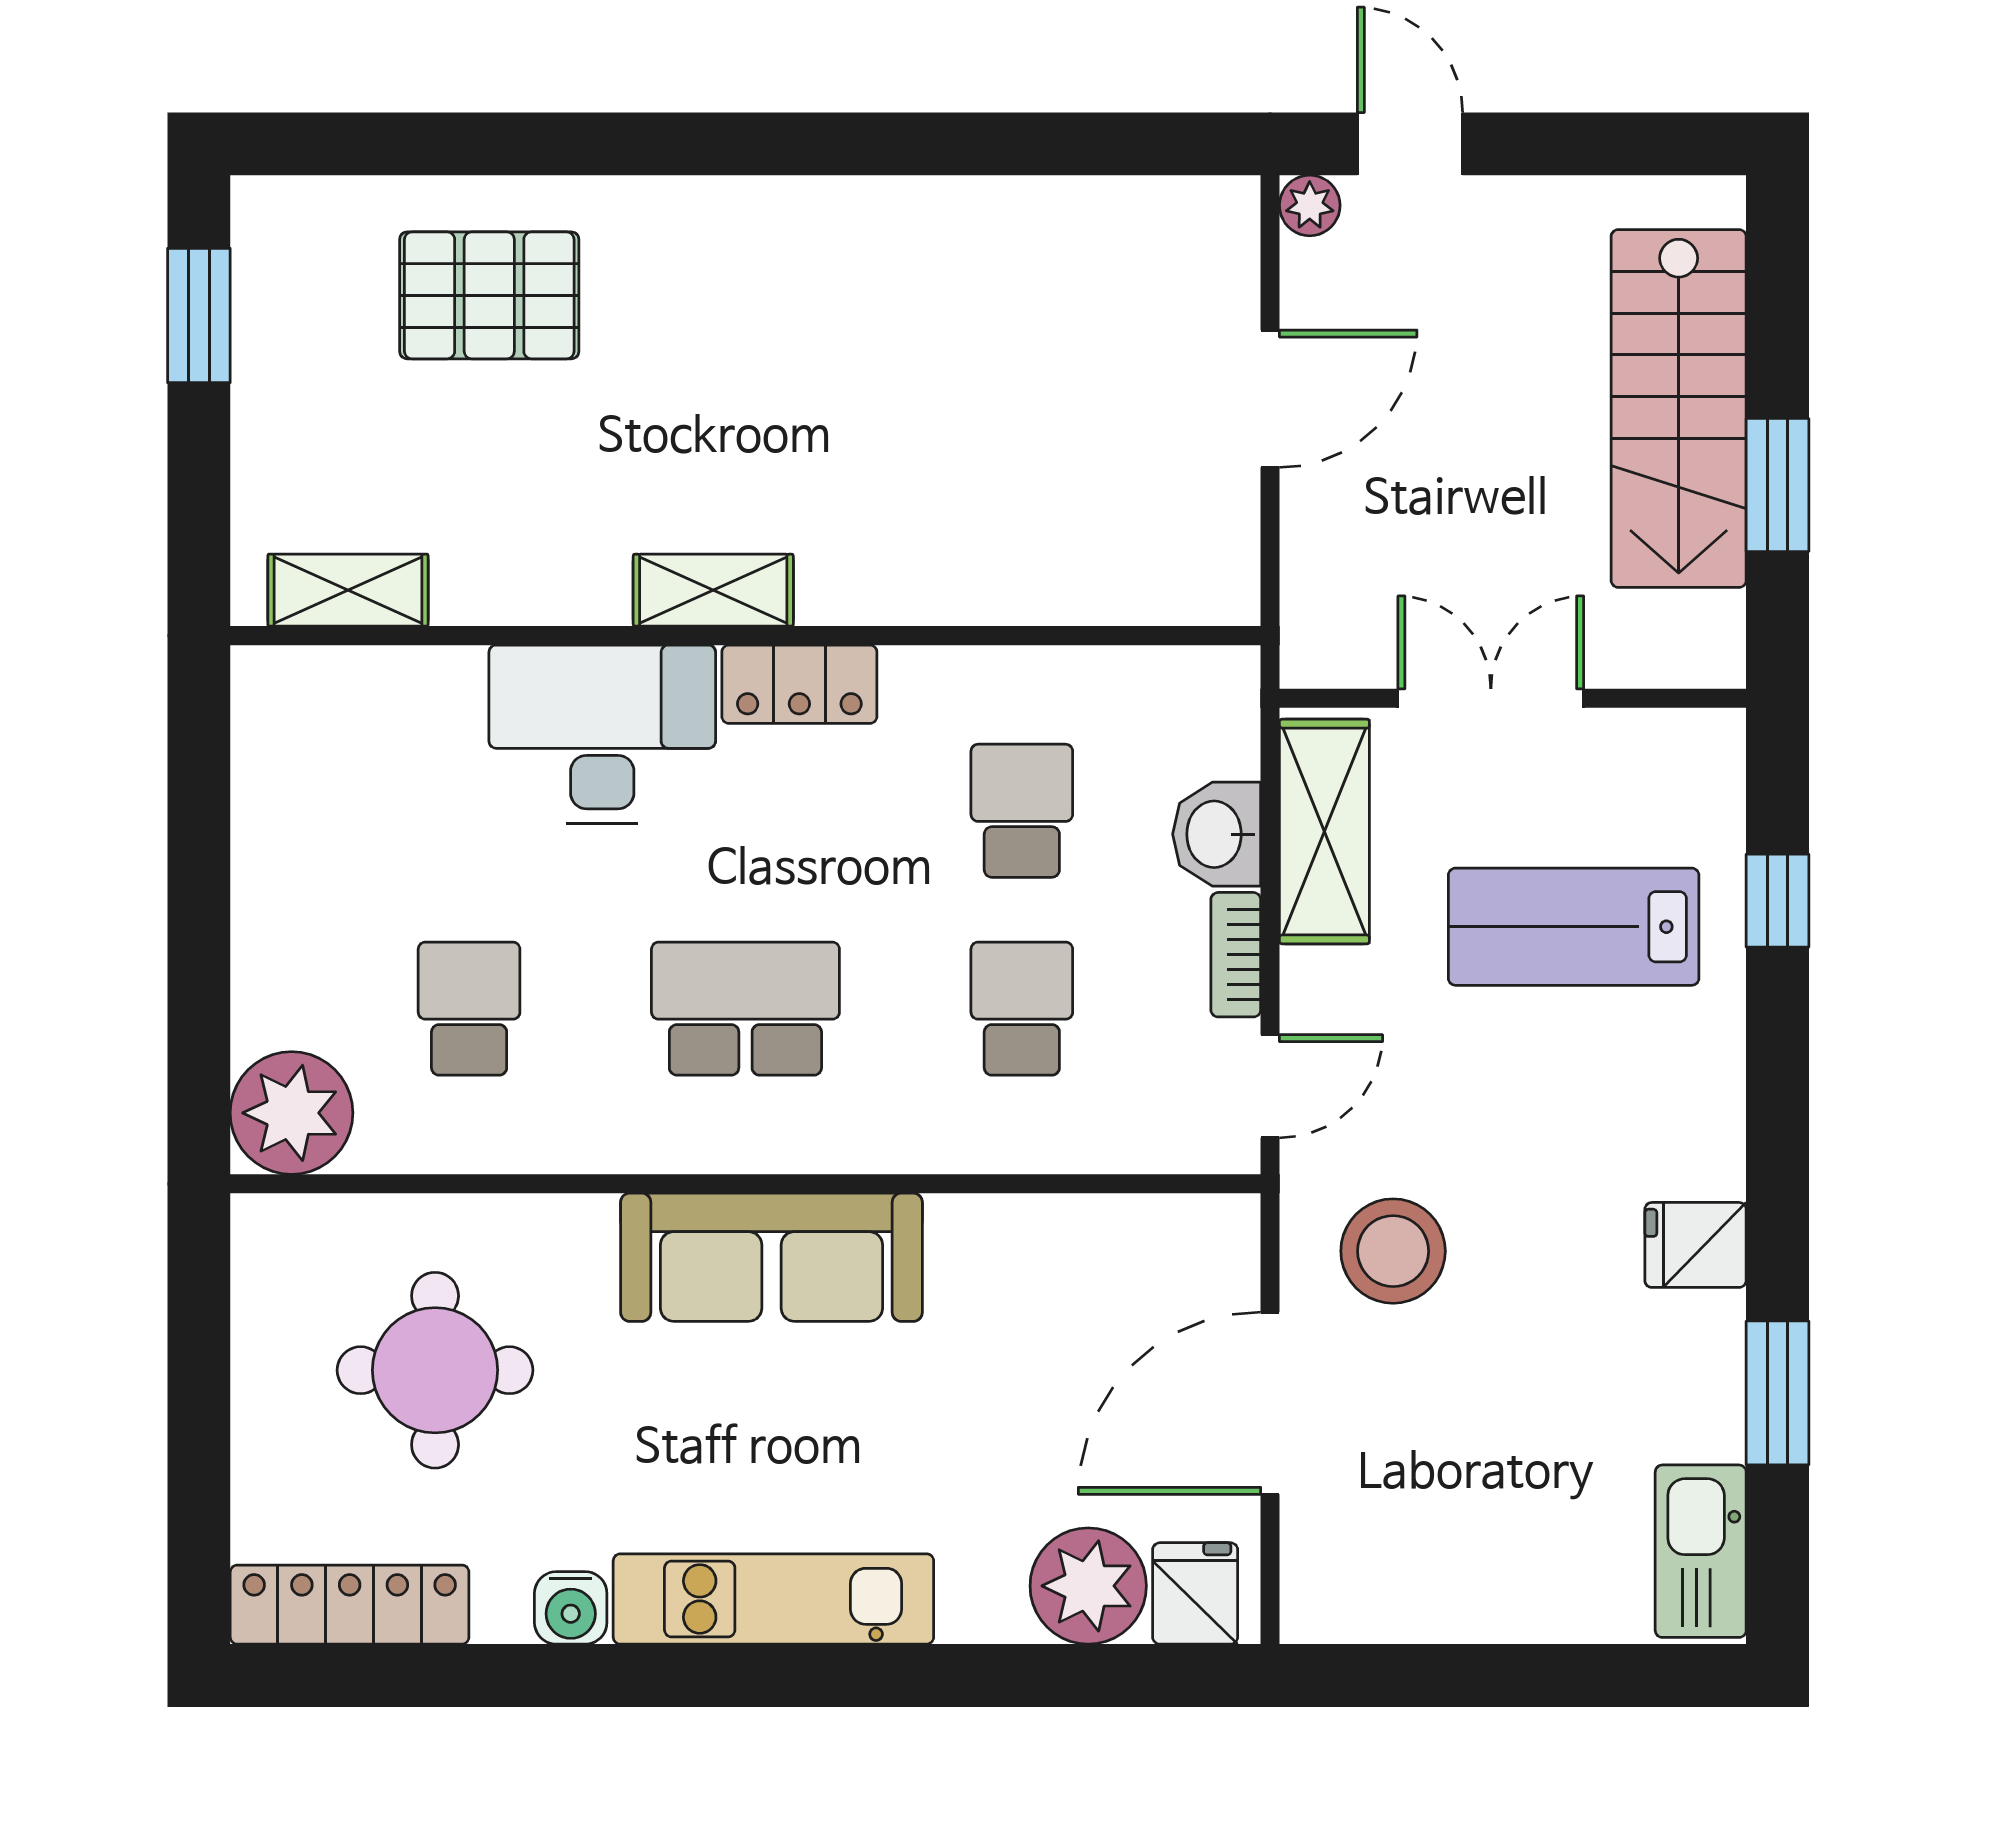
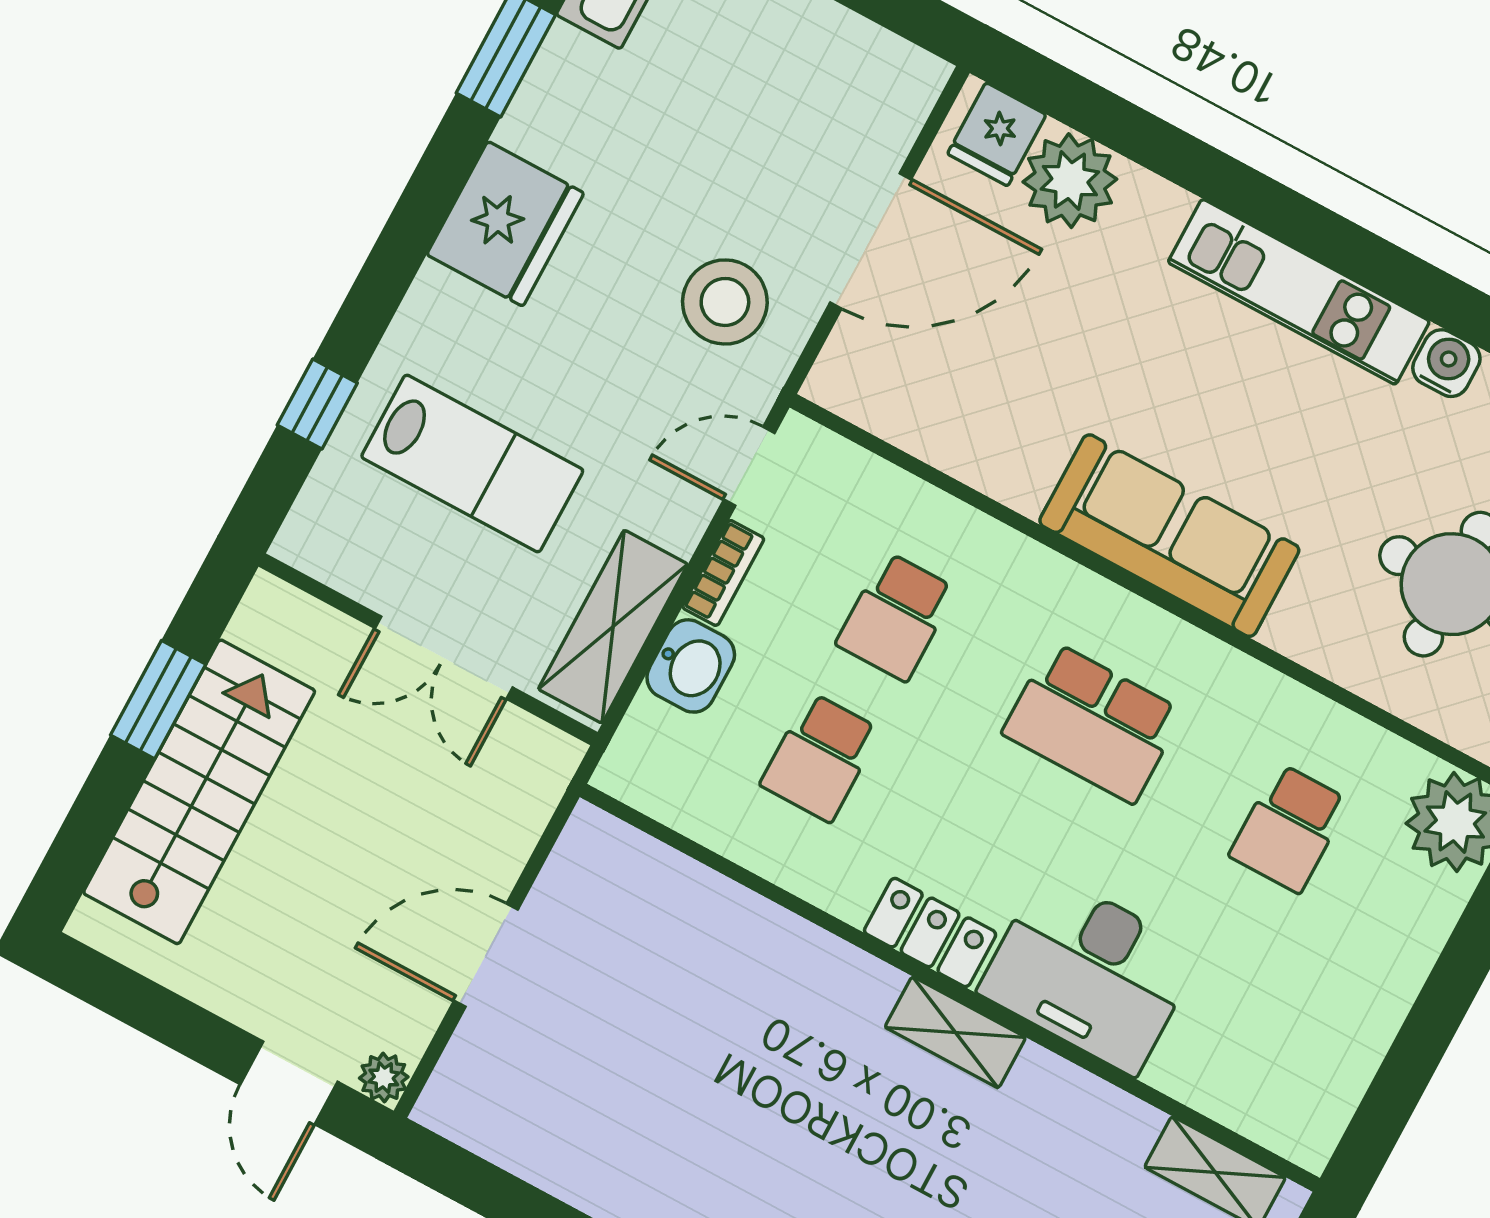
fridge: (1695, 1245) -> (505, 224), width x1.88, depth x1.34

